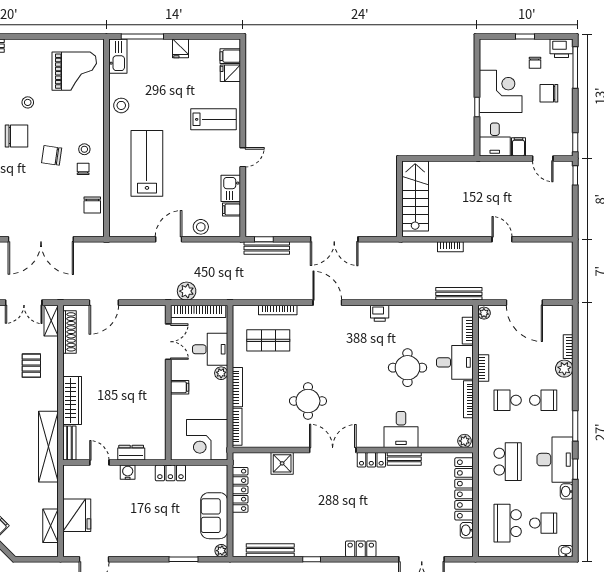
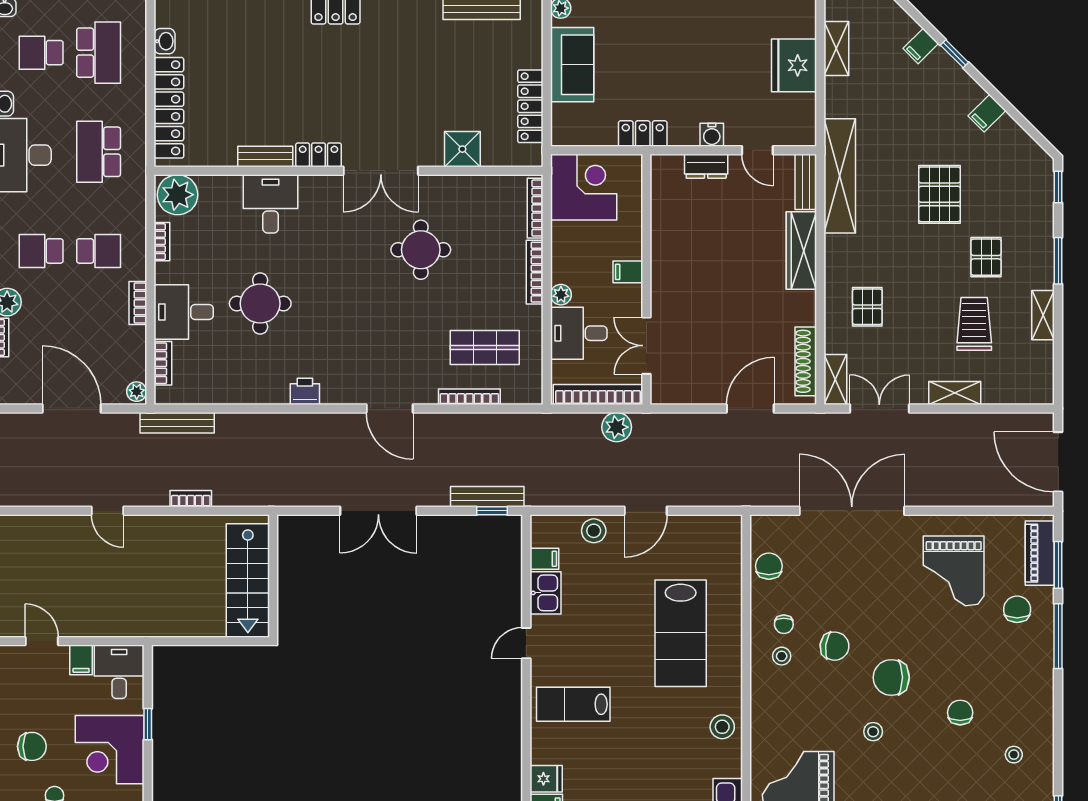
double door: (334, 239) -> (378, 511), swing flipped
bookcase: (468, 399) -> (162, 242), width x0.64
plant: (465, 441) -> (178, 195), width x1.87, depth x1.87

